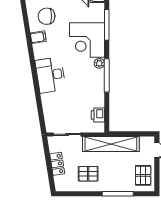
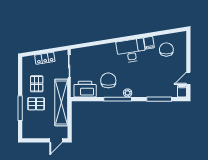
corner desk: (87, 40) -> (147, 83), removed
desk: (50, 75) -> (131, 51), moved
chair: (84, 87) -> (108, 80), added
printer: (98, 115) -> (85, 89), width x1.87, depth x1.48
pallet: (143, 175) -> (36, 104), moved

